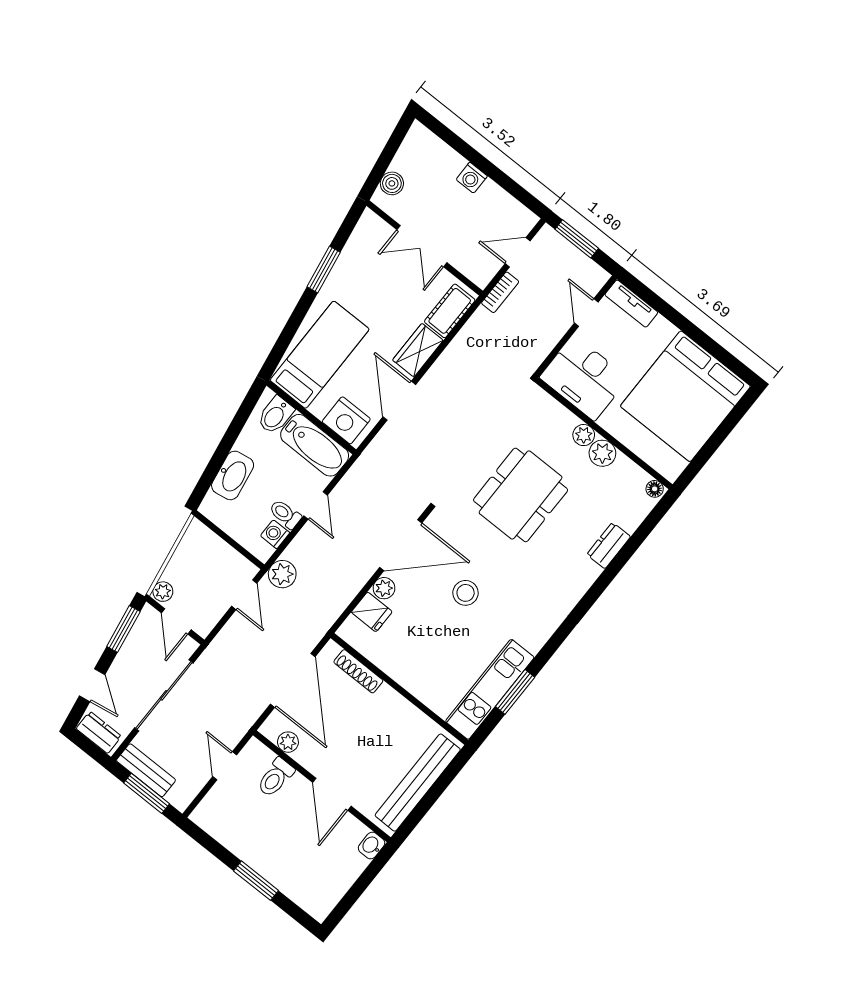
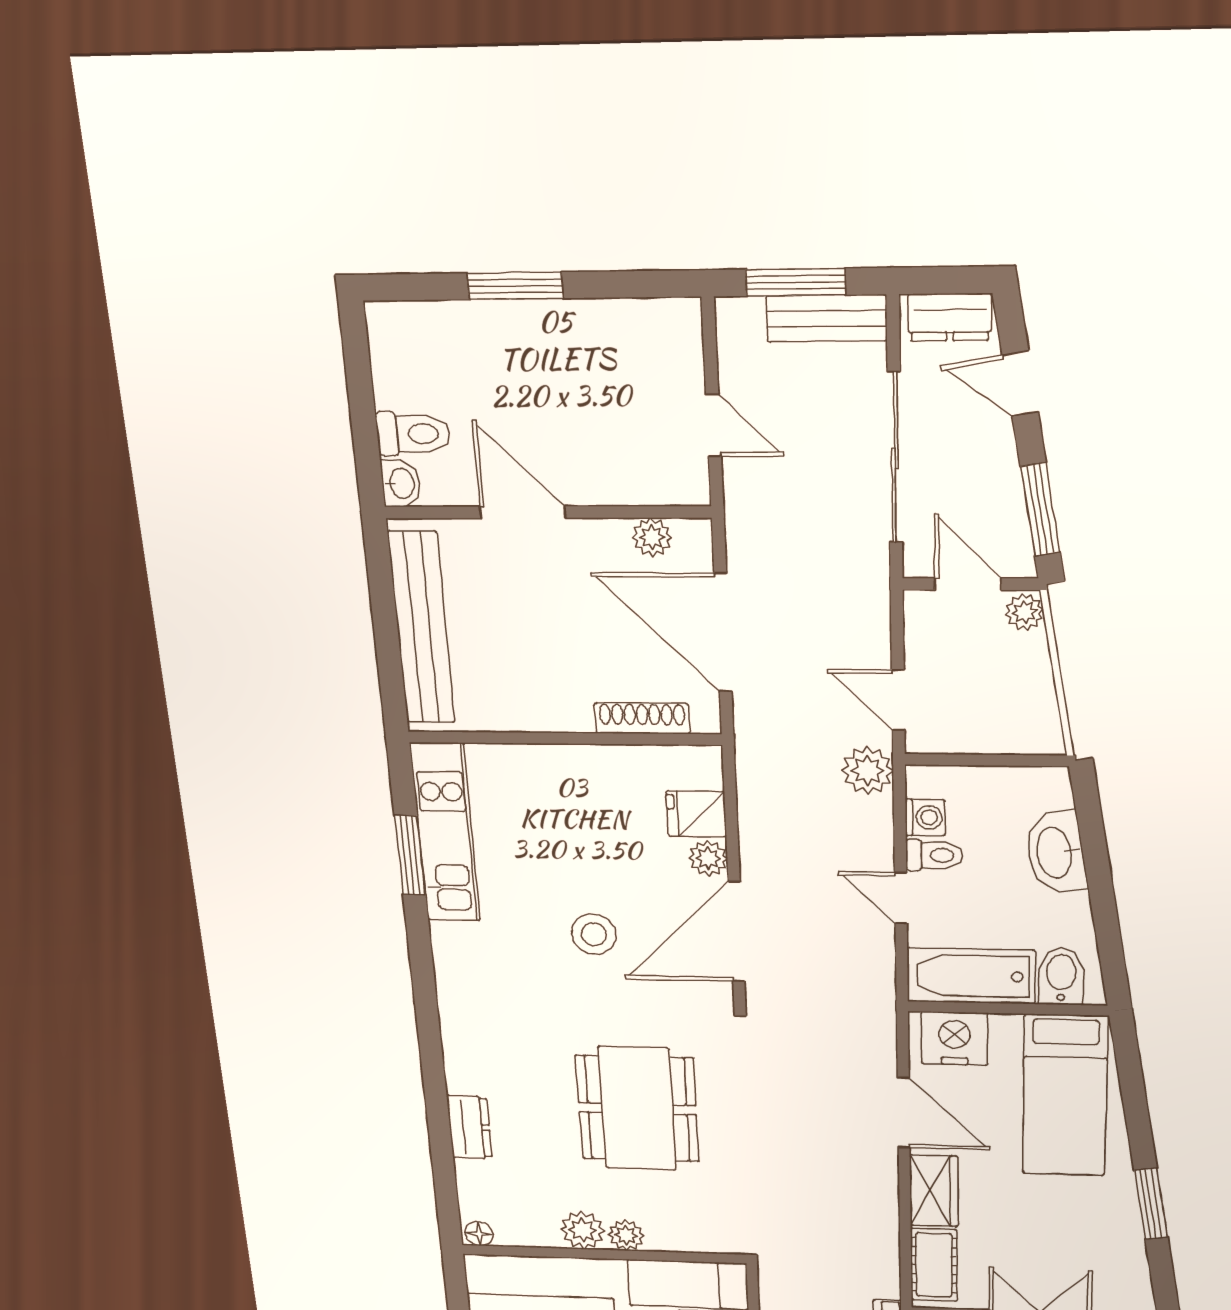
toilet: (276, 777) -> (413, 434), moved, turned 90

